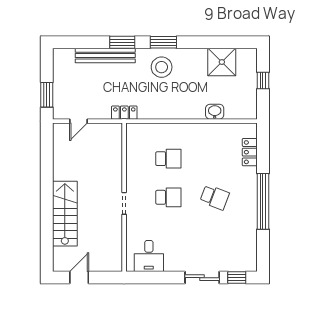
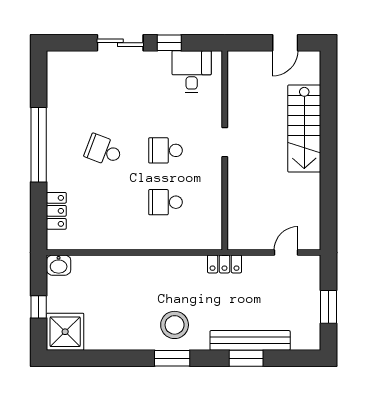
window: (122, 42) -> (246, 358), moved
shower: (222, 62) -> (65, 332), moved
window: (47, 95) -> (329, 307), moved
washbasin: (215, 112) -> (59, 265), moved
window: (237, 278) -> (169, 43), moved

